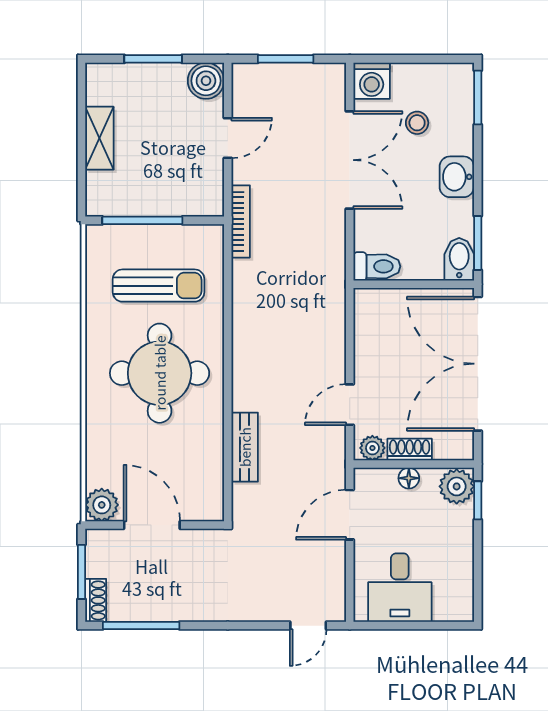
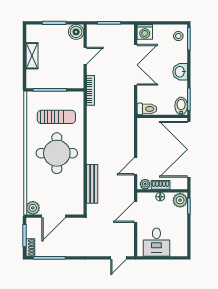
stool: (417, 123) -> (178, 36), moved
bench: (245, 447) -> (92, 184), width x1.36
door: (152, 525) -> (54, 216), swing flipped

